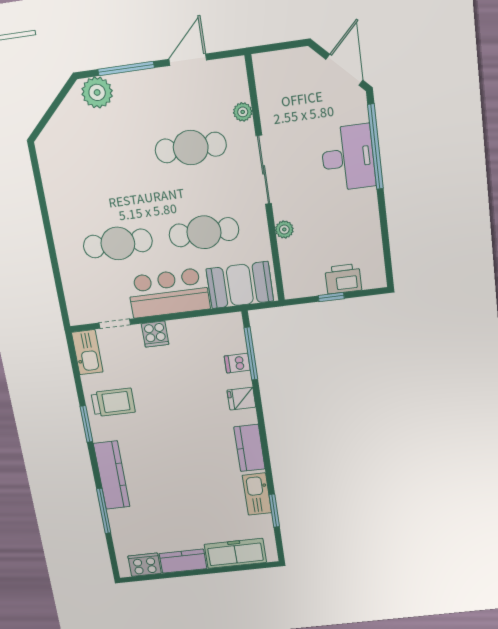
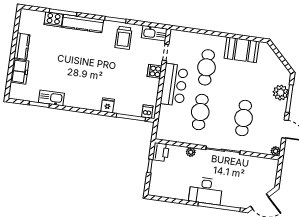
plant: (97, 92) -> (281, 93), moved
plant: (243, 112) -> (276, 151), moved
desk: (348, 158) -> (206, 191), moved
printer: (343, 279) -> (161, 152), moved
booth: (240, 285) -> (242, 50), moved, turned 90
dishwasher: (237, 363) -> (147, 111), moved
kitchen counter: (249, 448) -> (79, 102), removed
freezer: (235, 553) -> (20, 72), width x0.71
cooker: (145, 565) -> (54, 19), moved, turned 90

